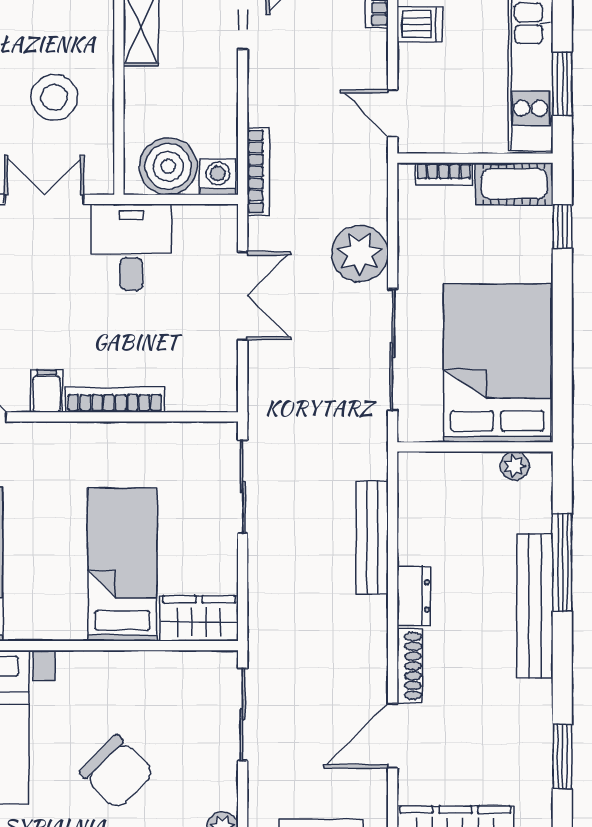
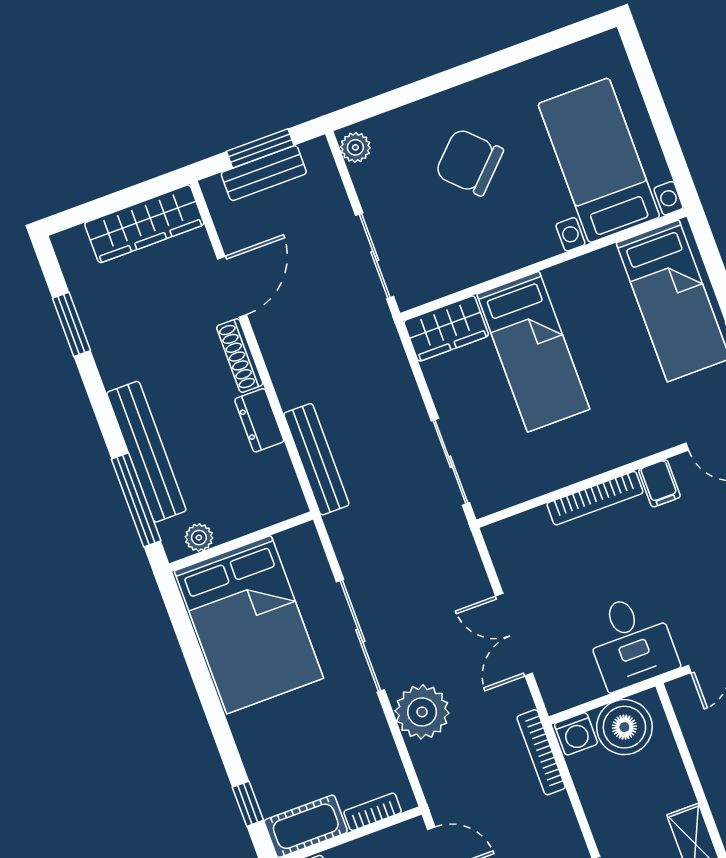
bed: (497, 363) -> (249, 625), moved
wall: (475, 447) -> (241, 542), moved
plant: (515, 466) -> (199, 538), moved

